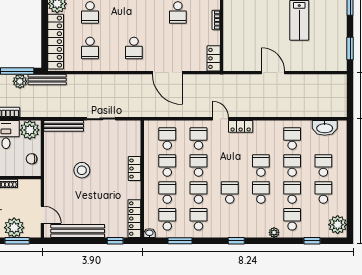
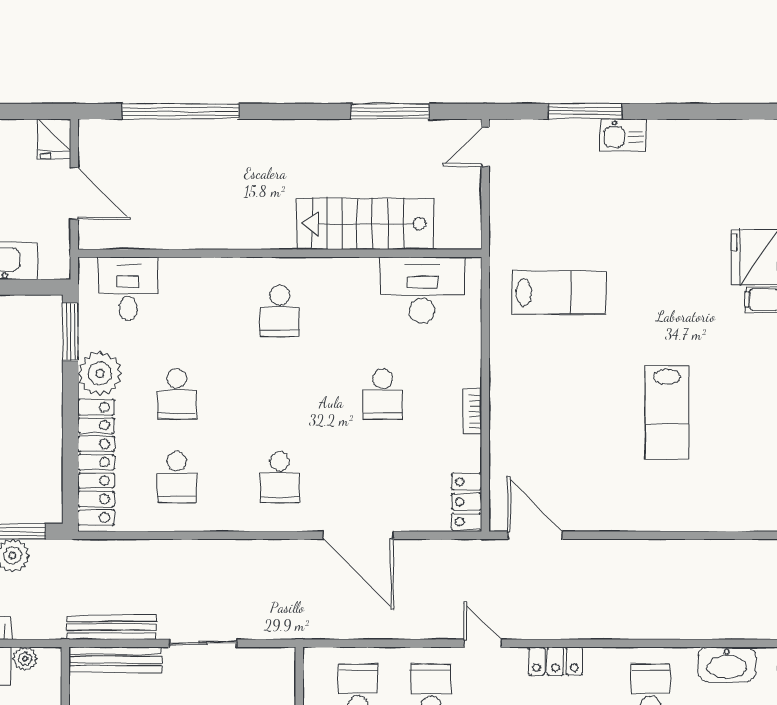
door: (273, 73) -> (535, 535), moved
bench: (47, 80) -> (111, 627), moved
locker: (241, 126) -> (555, 661), moved
plant: (30, 130) -> (25, 659), width x0.53, depth x0.53

